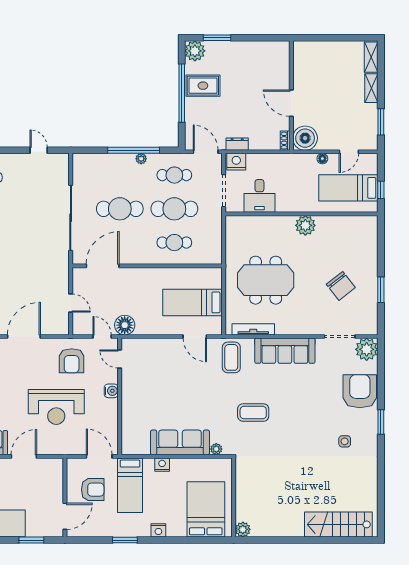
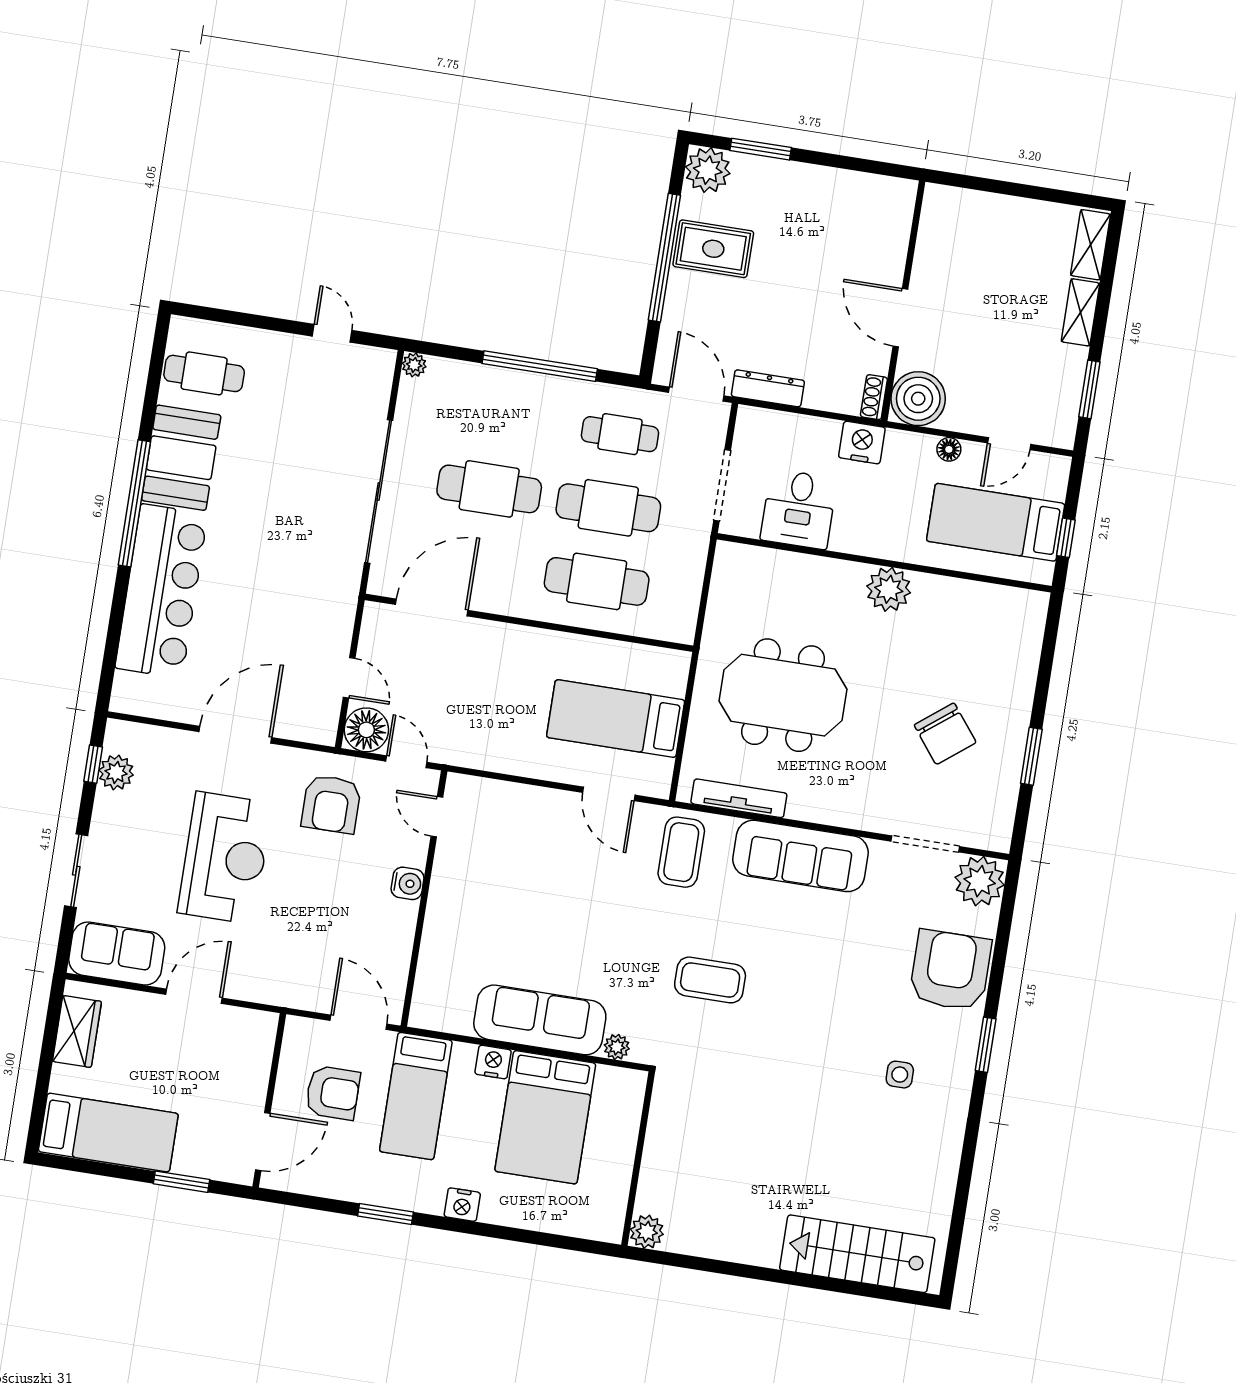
dresser: (237, 144) -> (768, 388), width x1.44
plant: (141, 159) -> (414, 365), moved
nightstand: (236, 162) -> (862, 443), moved
cafe table: (174, 243) -> (597, 581), width x1.37, depth x1.35
floor lamp: (125, 325) -> (366, 730), moved
reception desk: (56, 407) -> (225, 858), moved, turned -90
bed: (206, 509) -> (545, 1117), moved, turned 180

